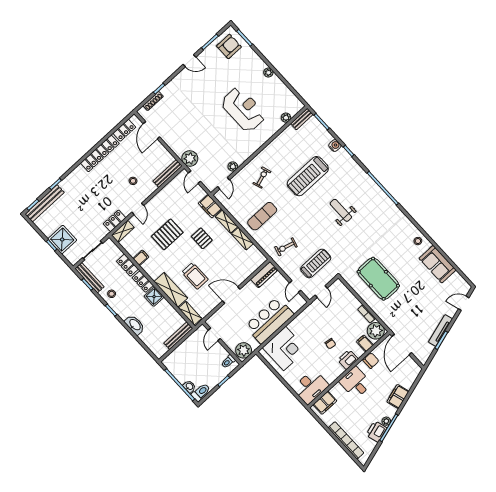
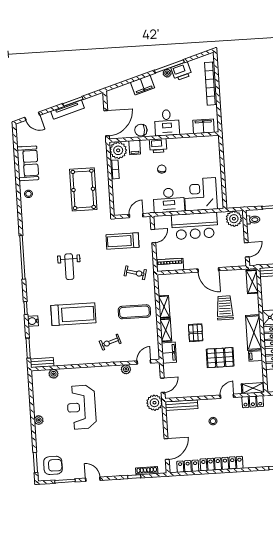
armchair: (229, 46) -> (53, 465), turned 180
shelving: (171, 290) -> (254, 333), moved
desk: (311, 387) -> (169, 200), moved, turned 180

